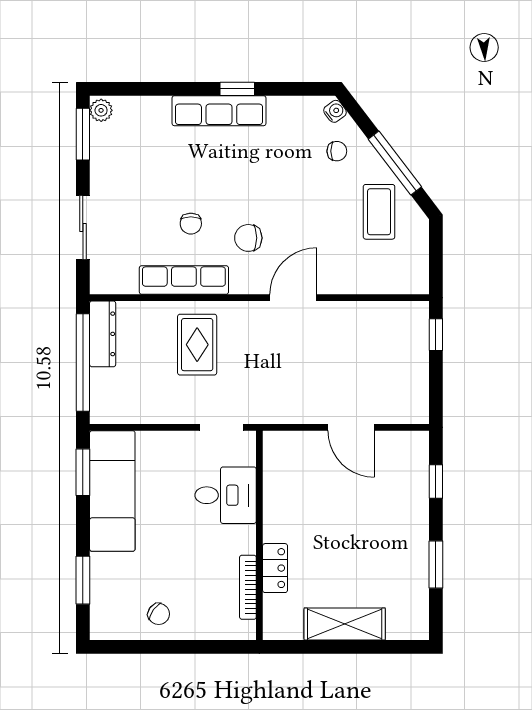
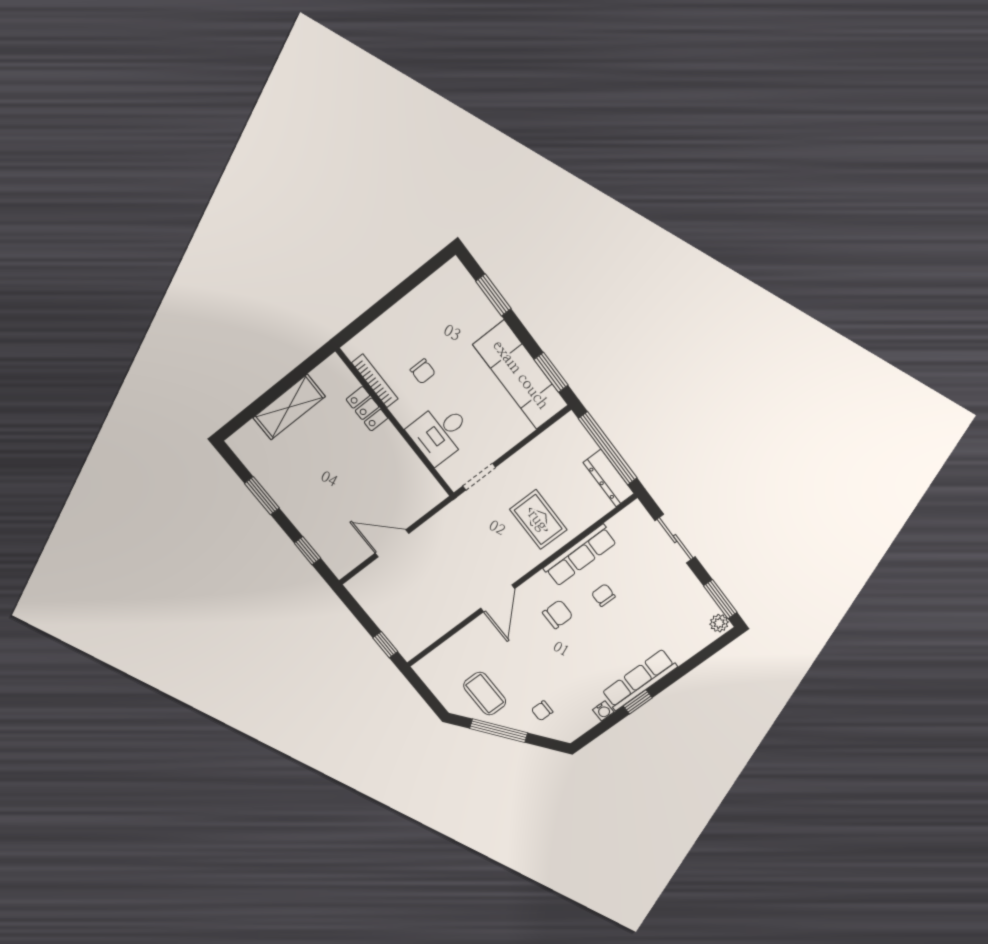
water cooler: (335, 111) -> (603, 711), moved, turned -53
chair: (159, 614) -> (423, 371), moved, turned -126

